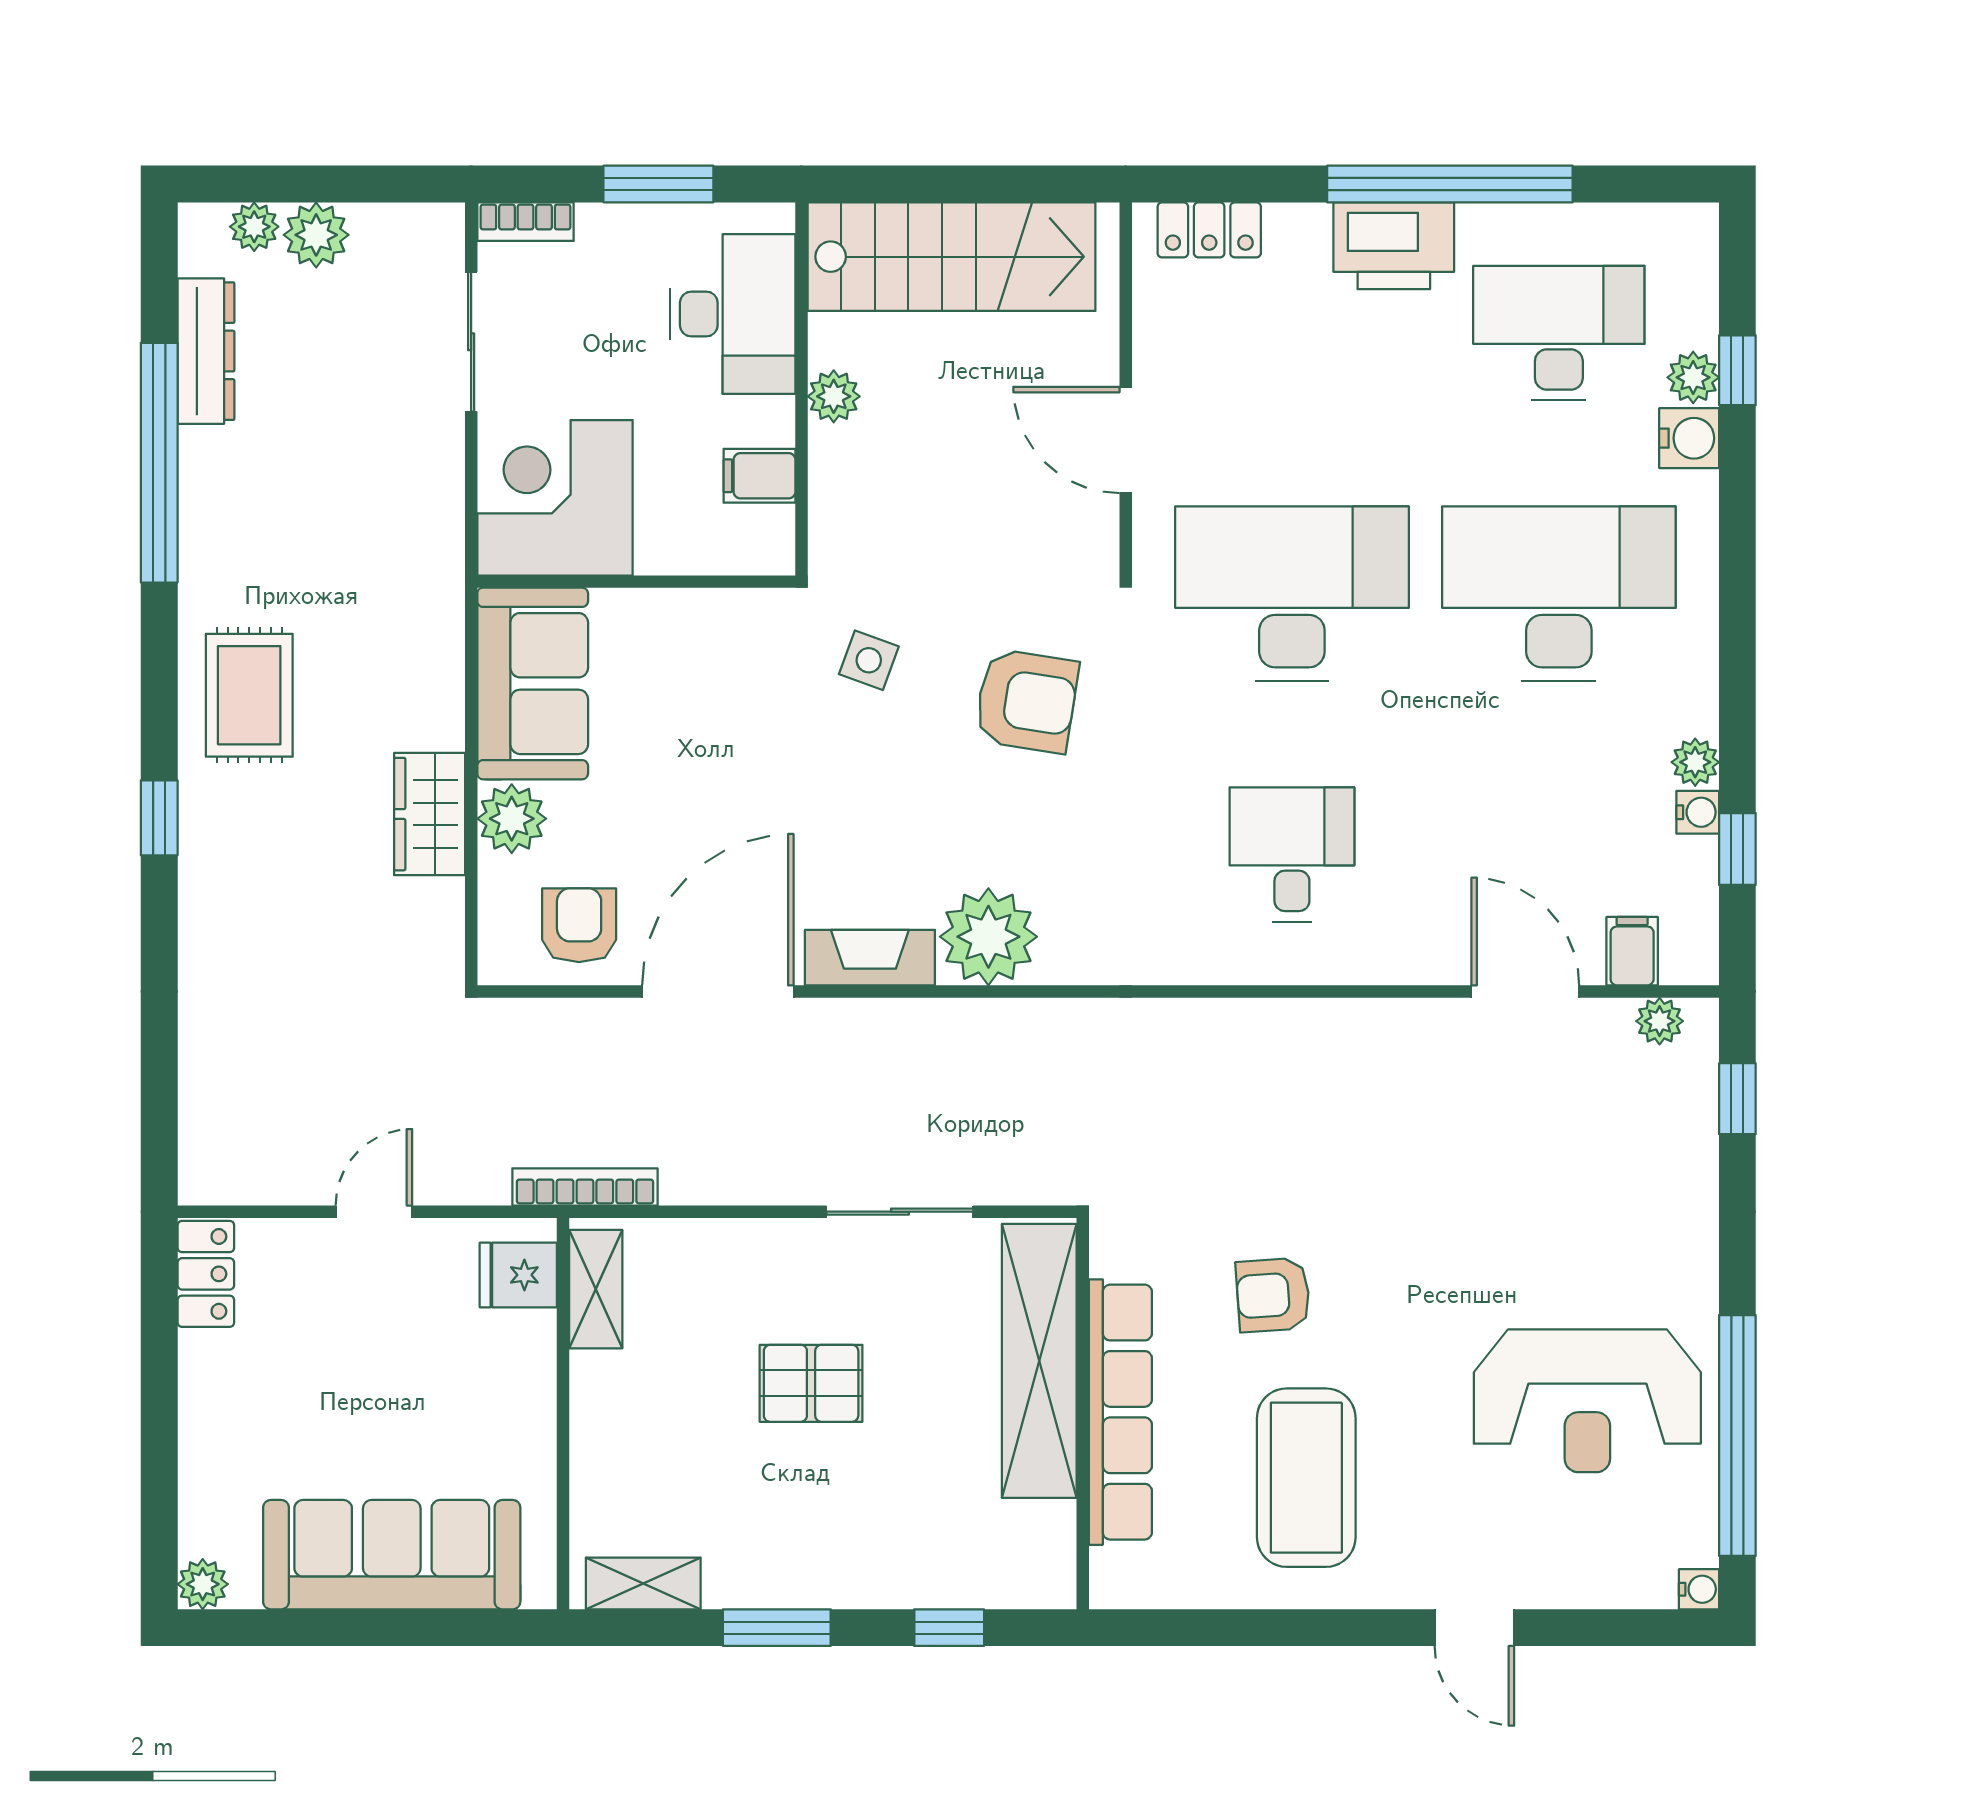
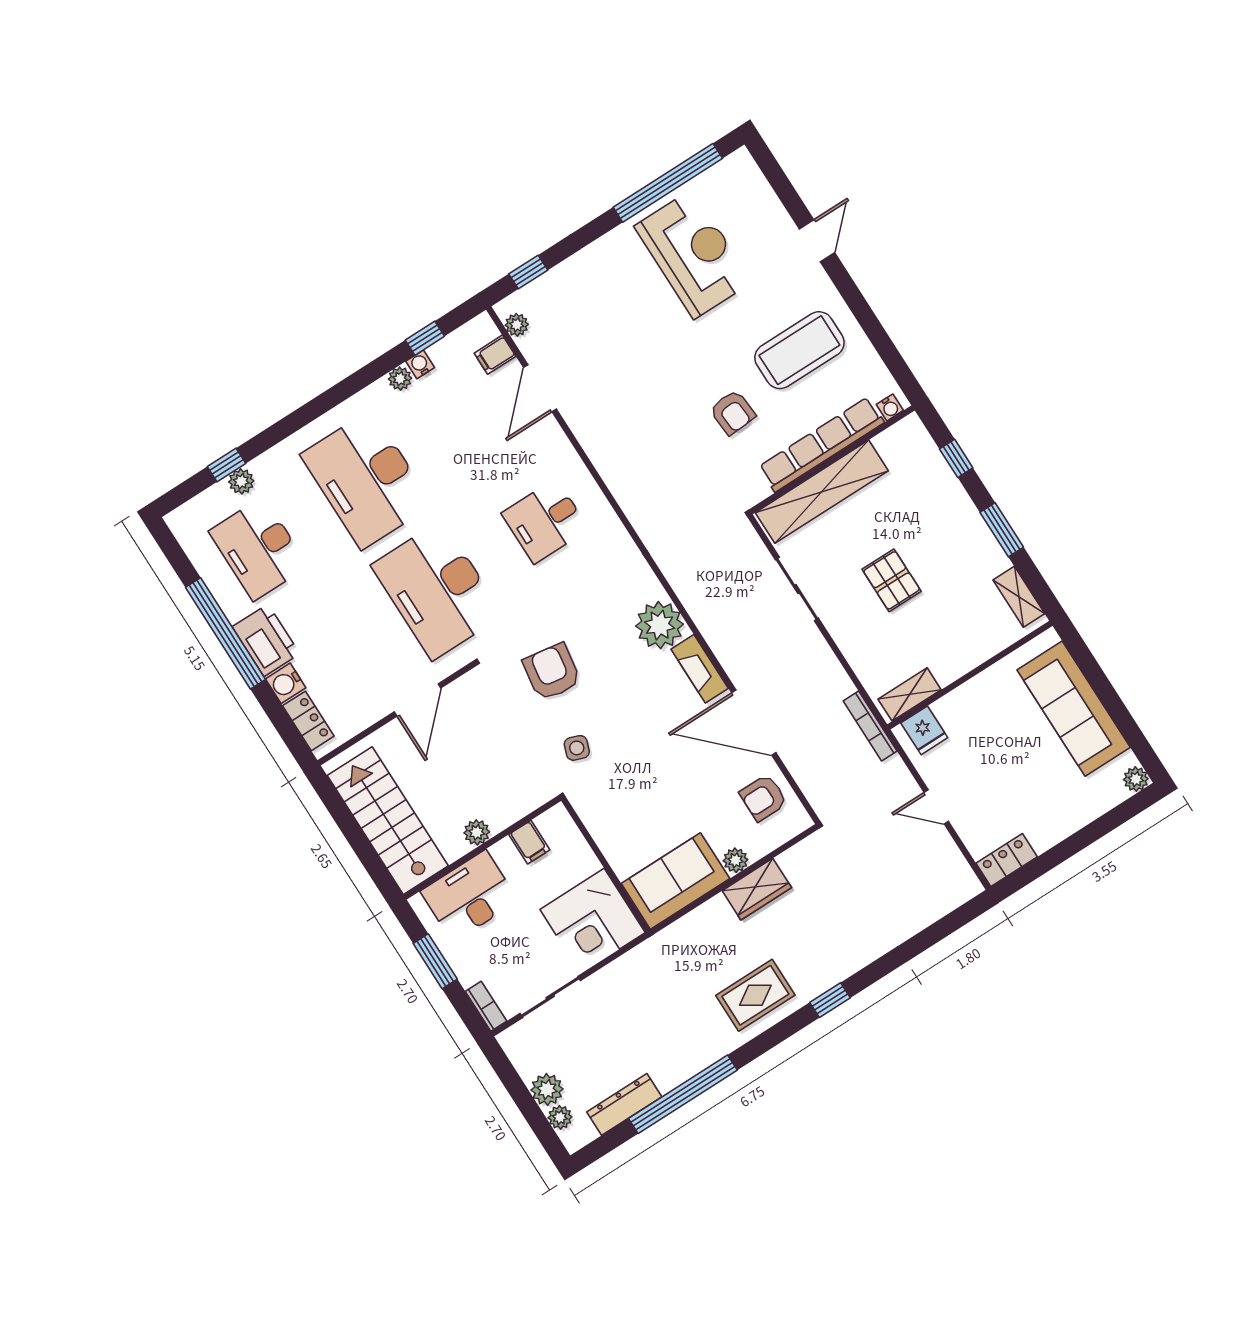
water cooler: (1689, 438) -> (286, 683), moved, turned -90
plant: (512, 819) -> (736, 860), width x0.73, depth x0.73
water cooler: (1699, 1589) -> (890, 407), moved, turned 180

